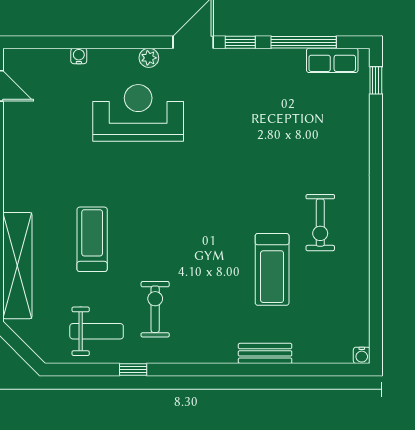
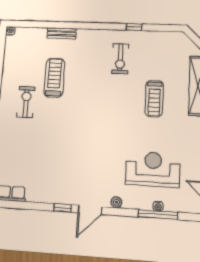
window: (304, 42) -> (158, 215), moved
reception desk: (138, 113) -> (153, 169), moved, turned 180
weight bench: (97, 331) -> (154, 48), removed

